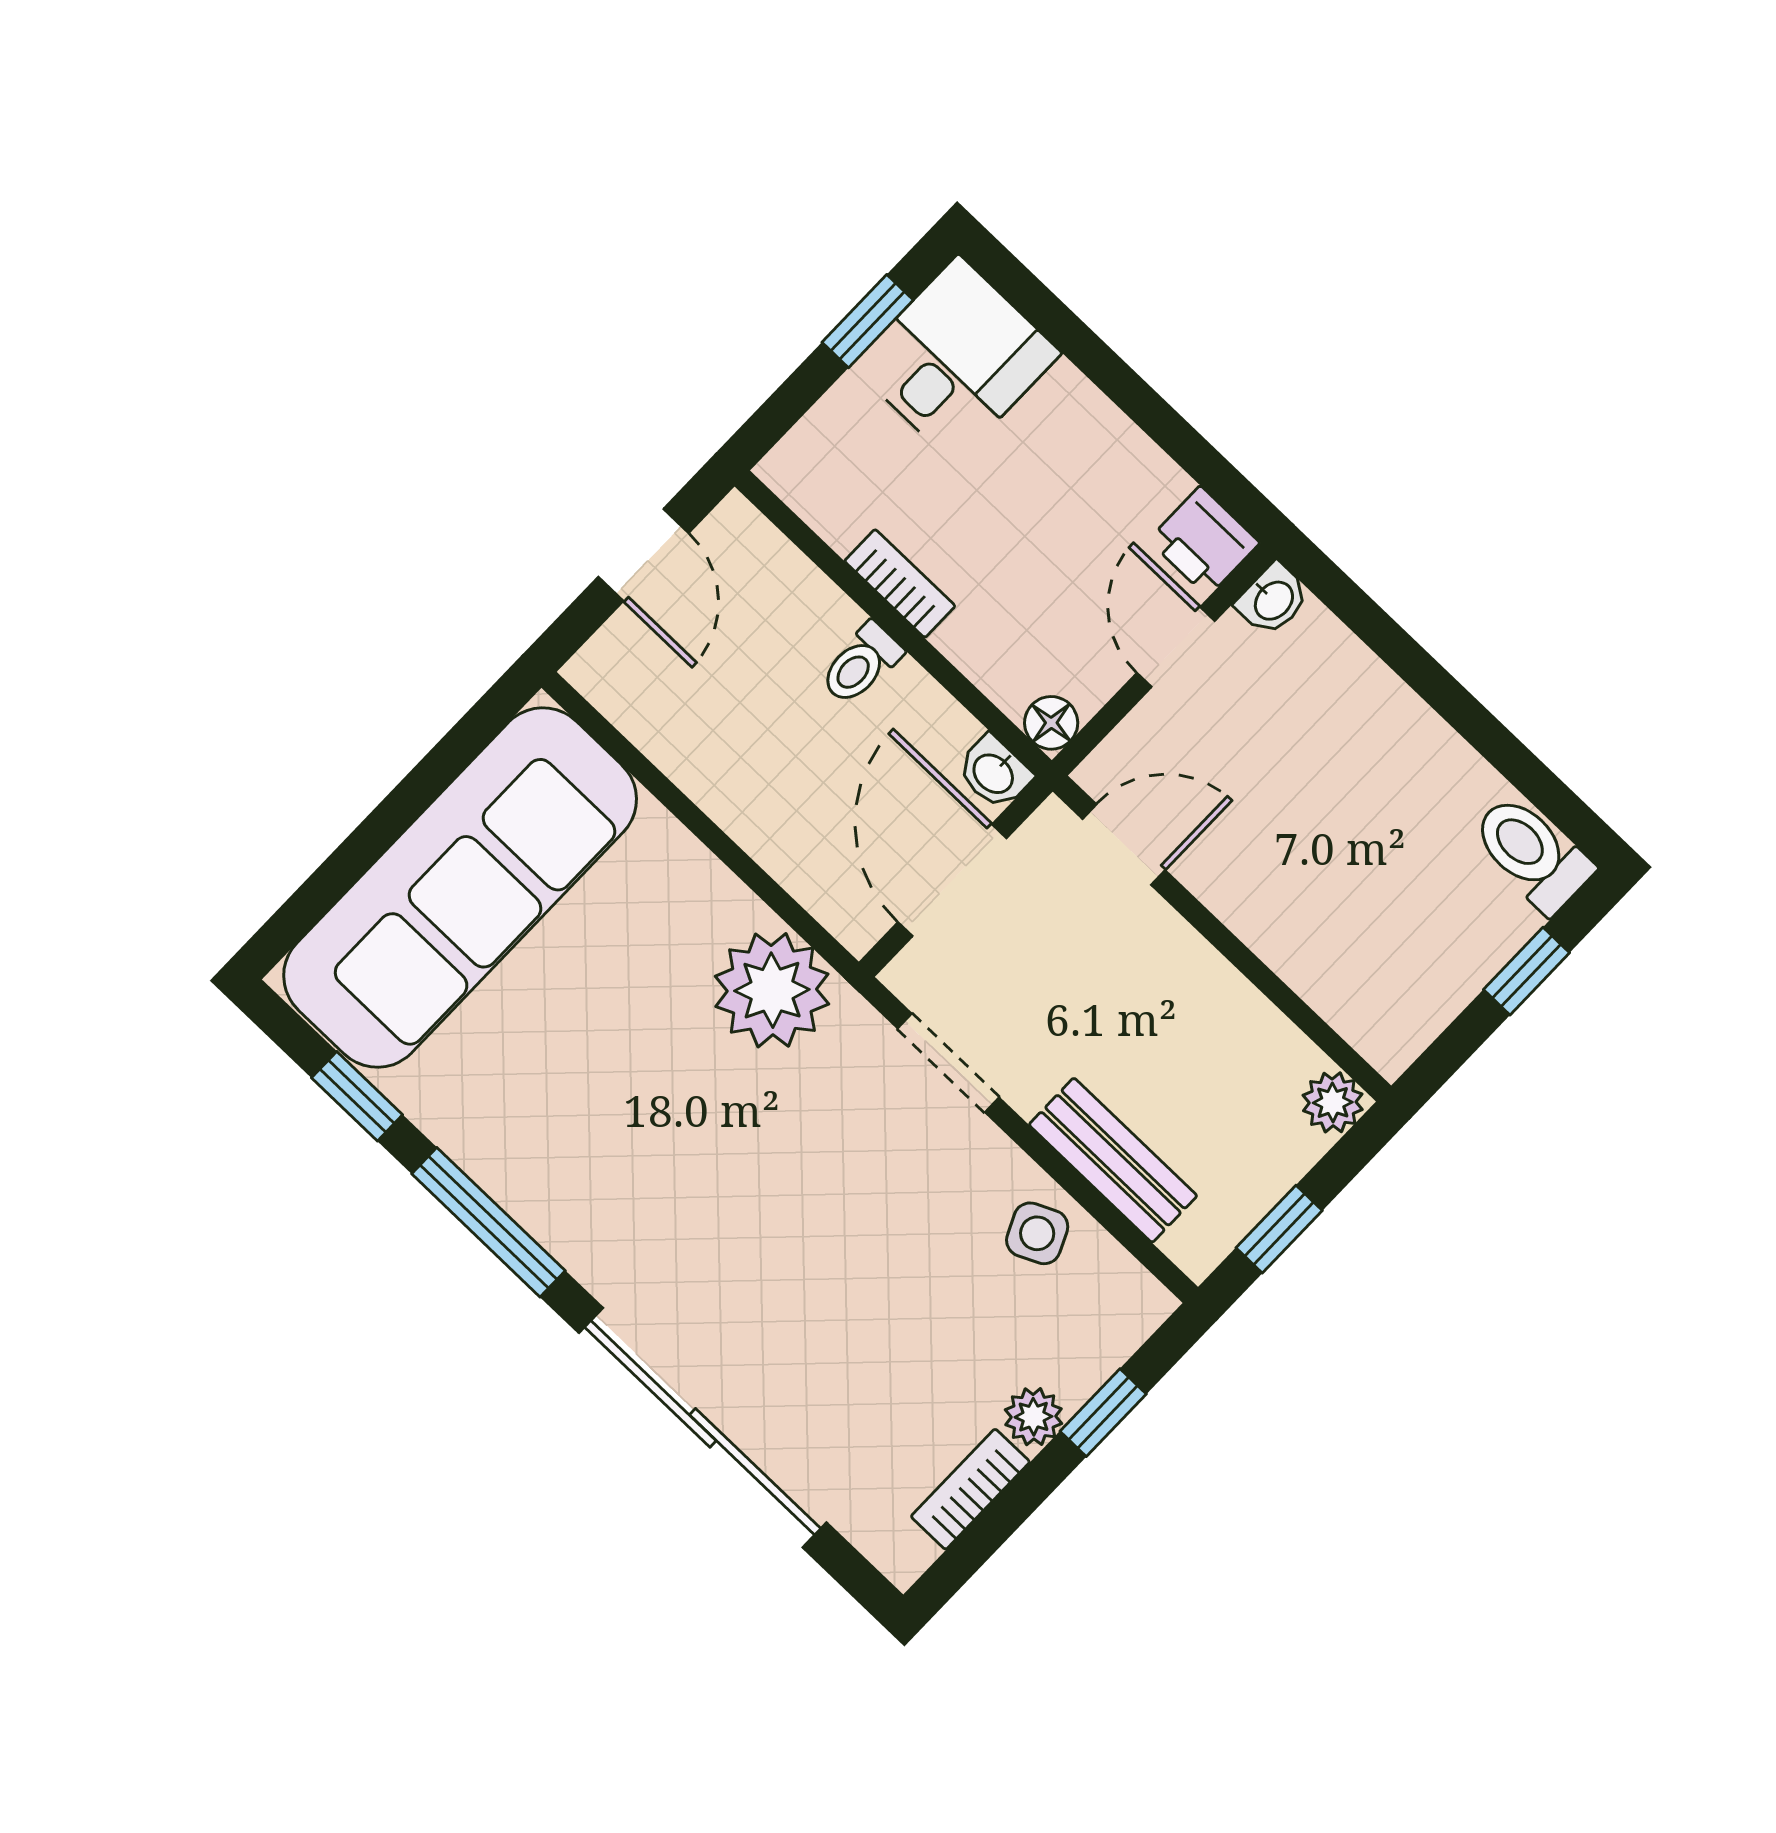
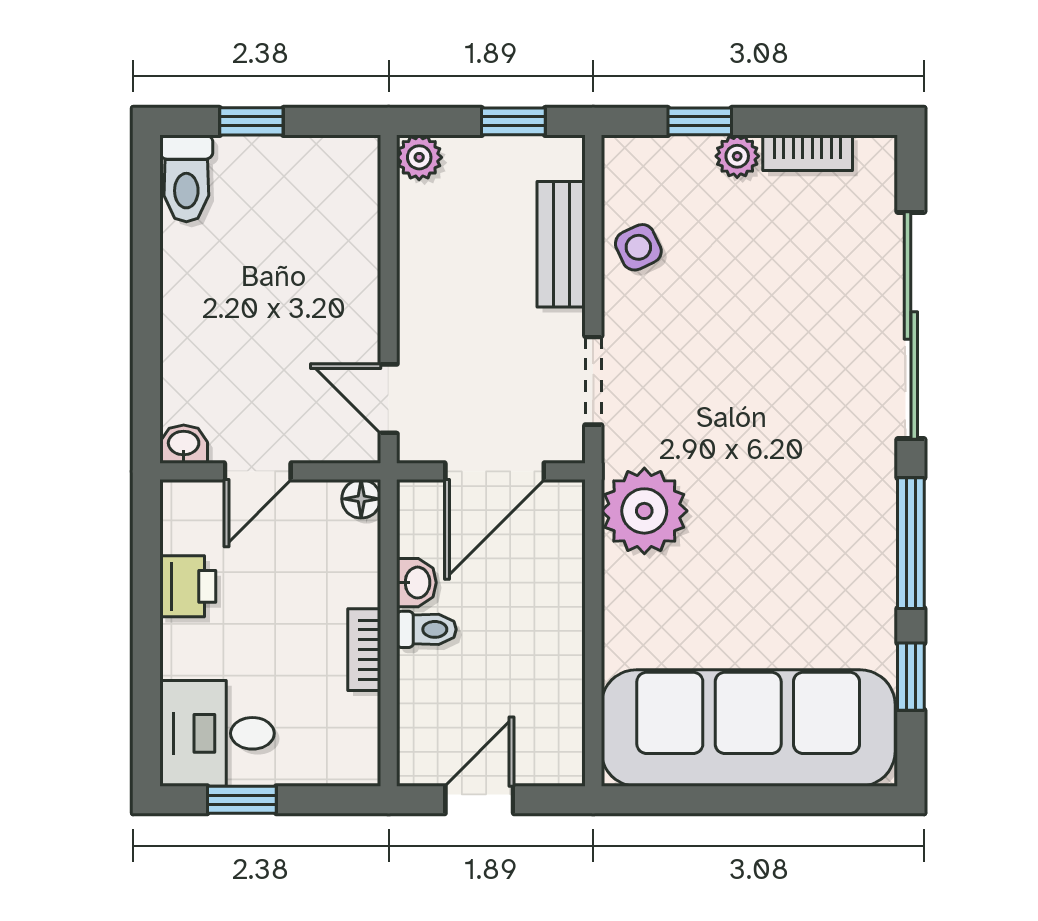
printer: (1204, 541) -> (188, 586), moved
washbasin: (994, 773) -> (416, 583), moved

